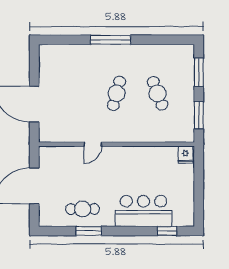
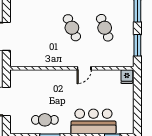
cafe table: (116, 93) -> (72, 28), turned -39
door: (93, 144) -> (84, 68), moved

